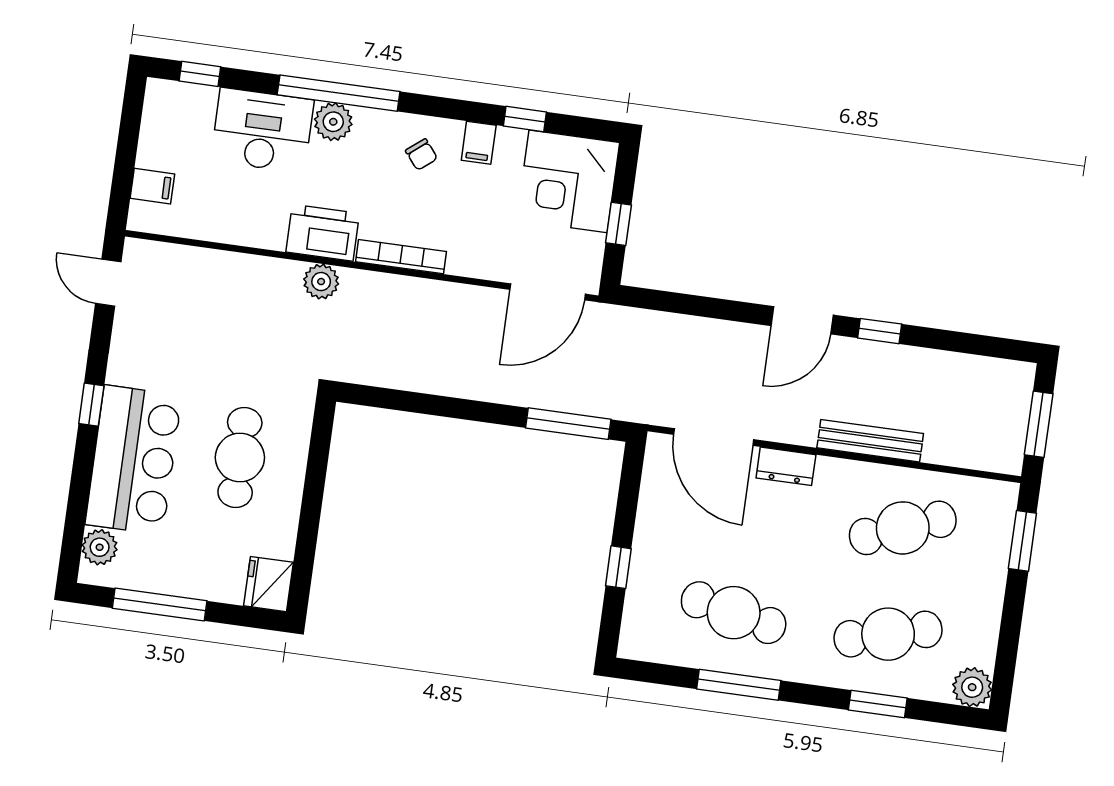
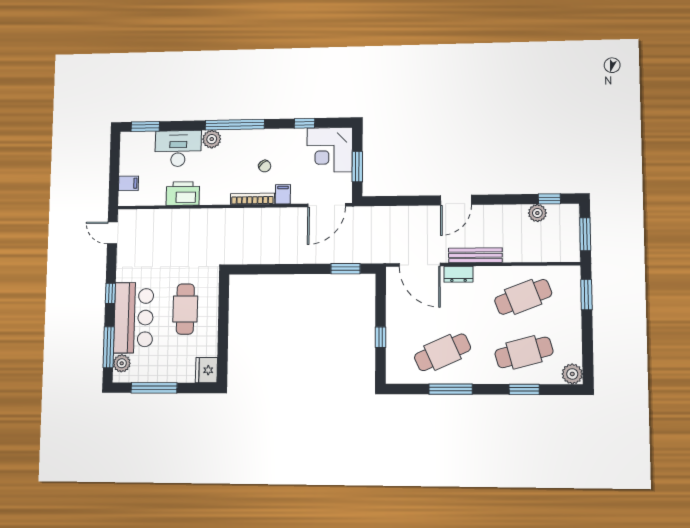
window: (200, 74) -> (145, 126), width x1.50
window: (339, 93) -> (235, 125), moved
filing cabinet: (479, 143) -> (283, 194), moved, turned 180
chair: (421, 155) -> (265, 166), moved
window: (619, 224) -> (357, 167), width x1.50
printer: (323, 233) -> (183, 194), moved
plant: (321, 282) -> (537, 213), moved
window: (880, 331) -> (549, 199), moved
window: (568, 424) -> (346, 269), width x0.69
bench: (870, 441) -> (475, 255), moved
window: (76, 512) -> (109, 347), added
cafe table: (734, 613) -> (442, 352), turned -36

